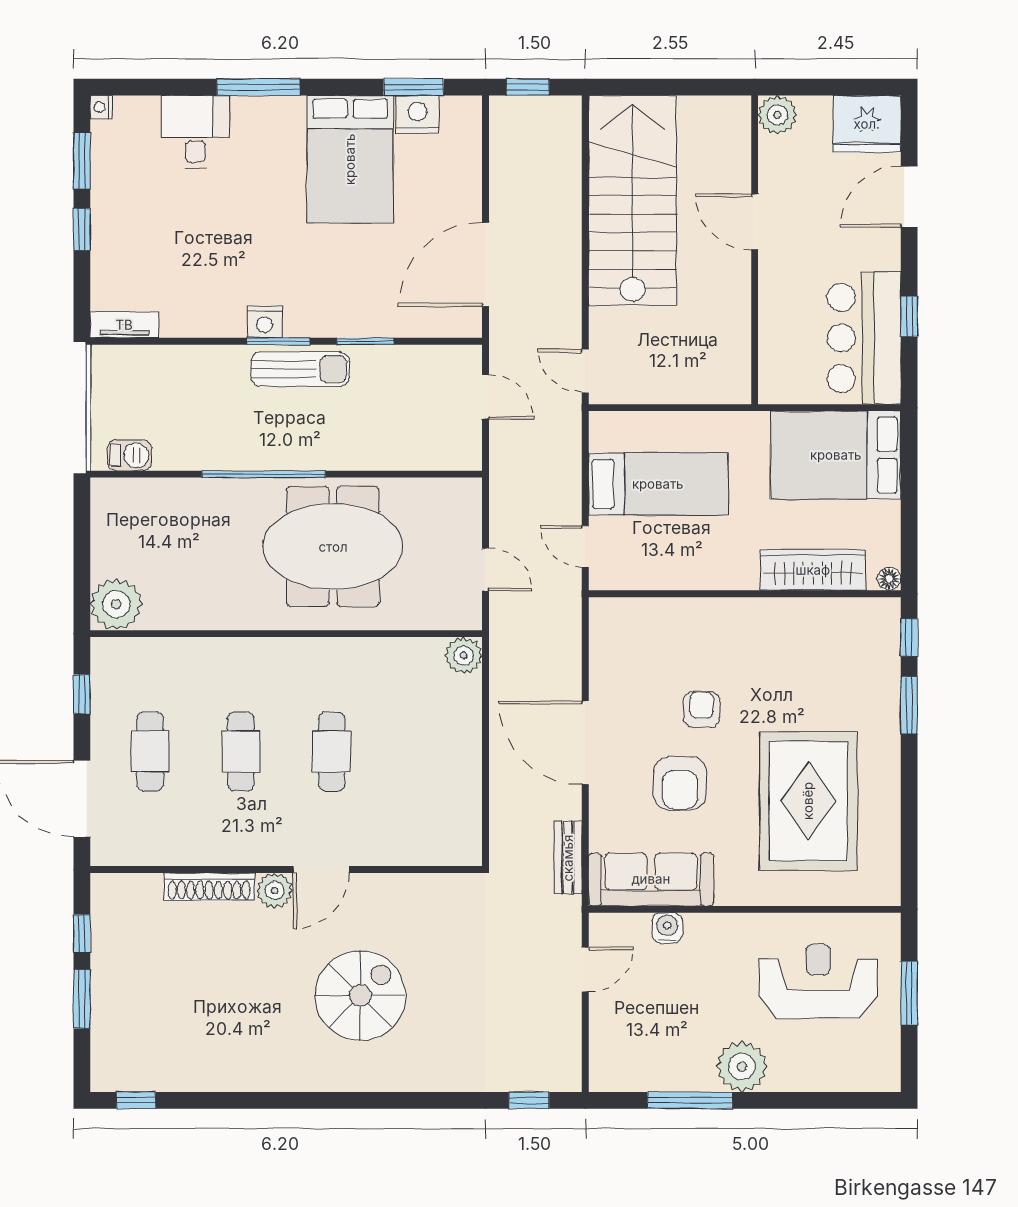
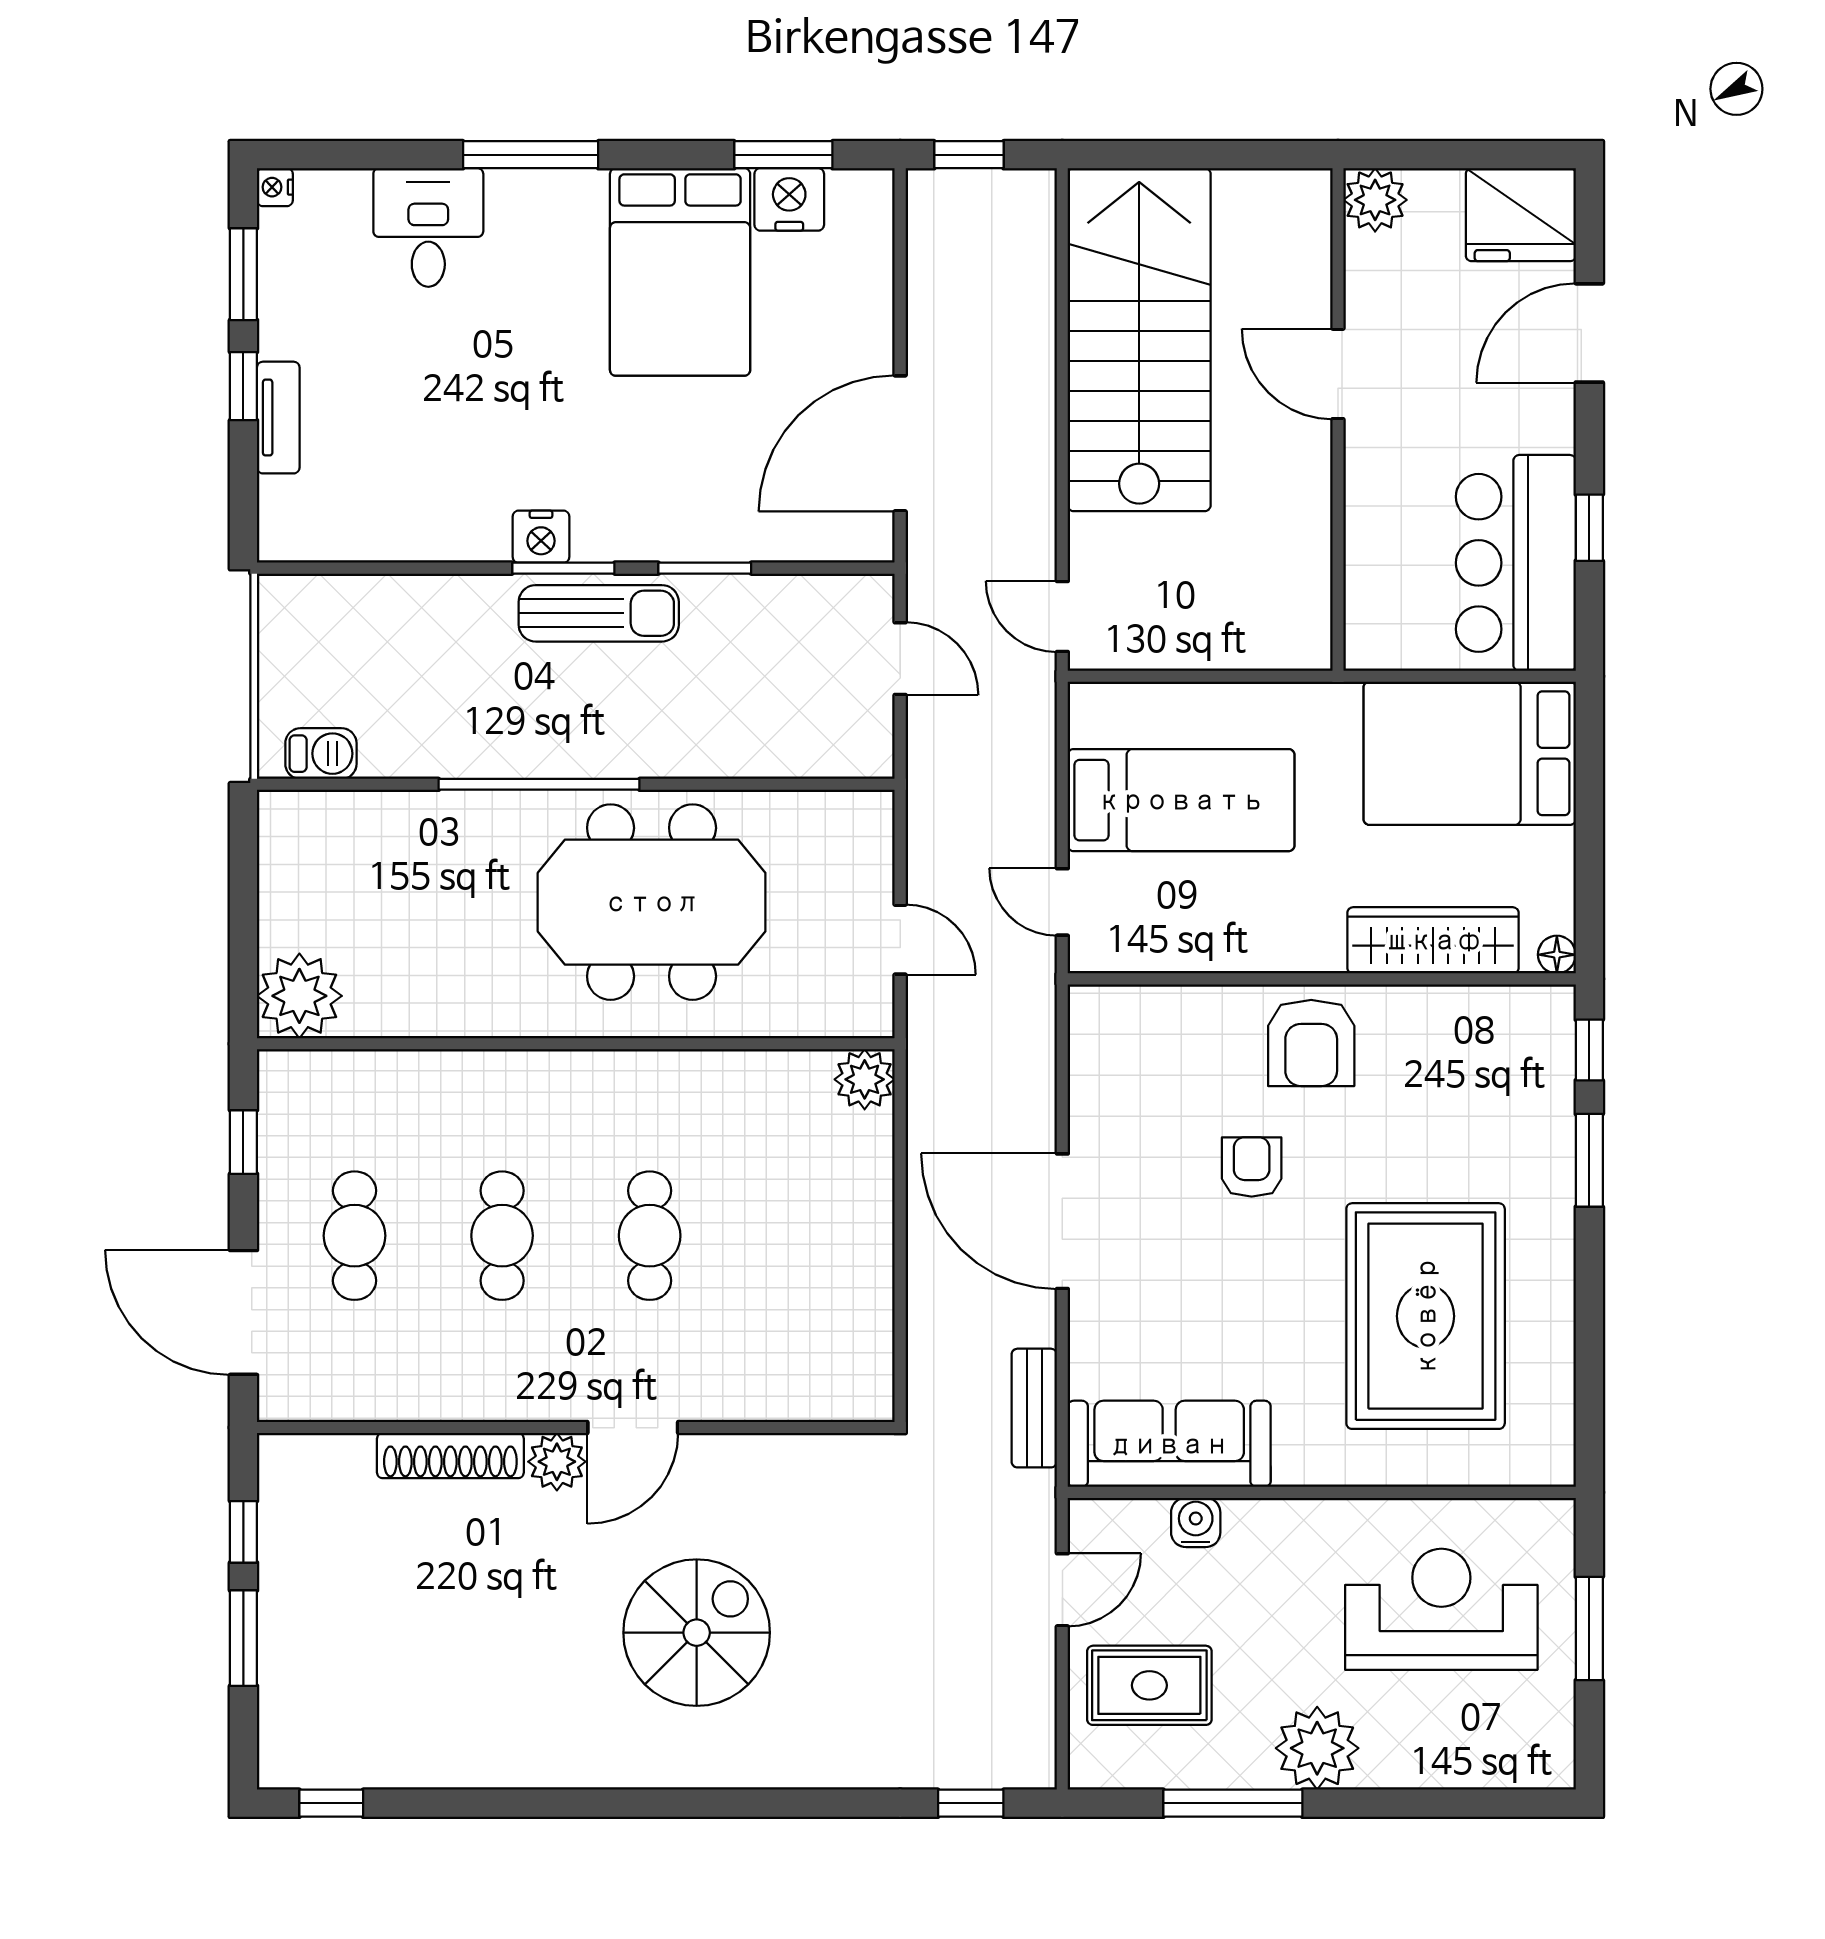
tv unit: (124, 325) -> (278, 418), moved, turned 90
armchair: (680, 783) -> (1311, 1043), moved
rug: (639, 1028) -> (1149, 1685), added

